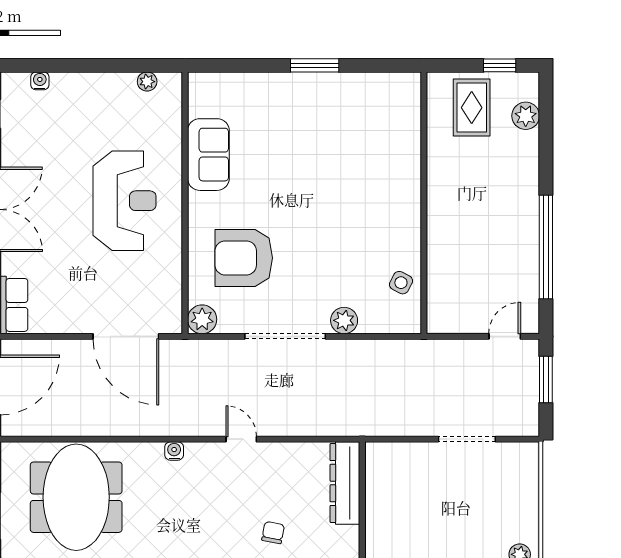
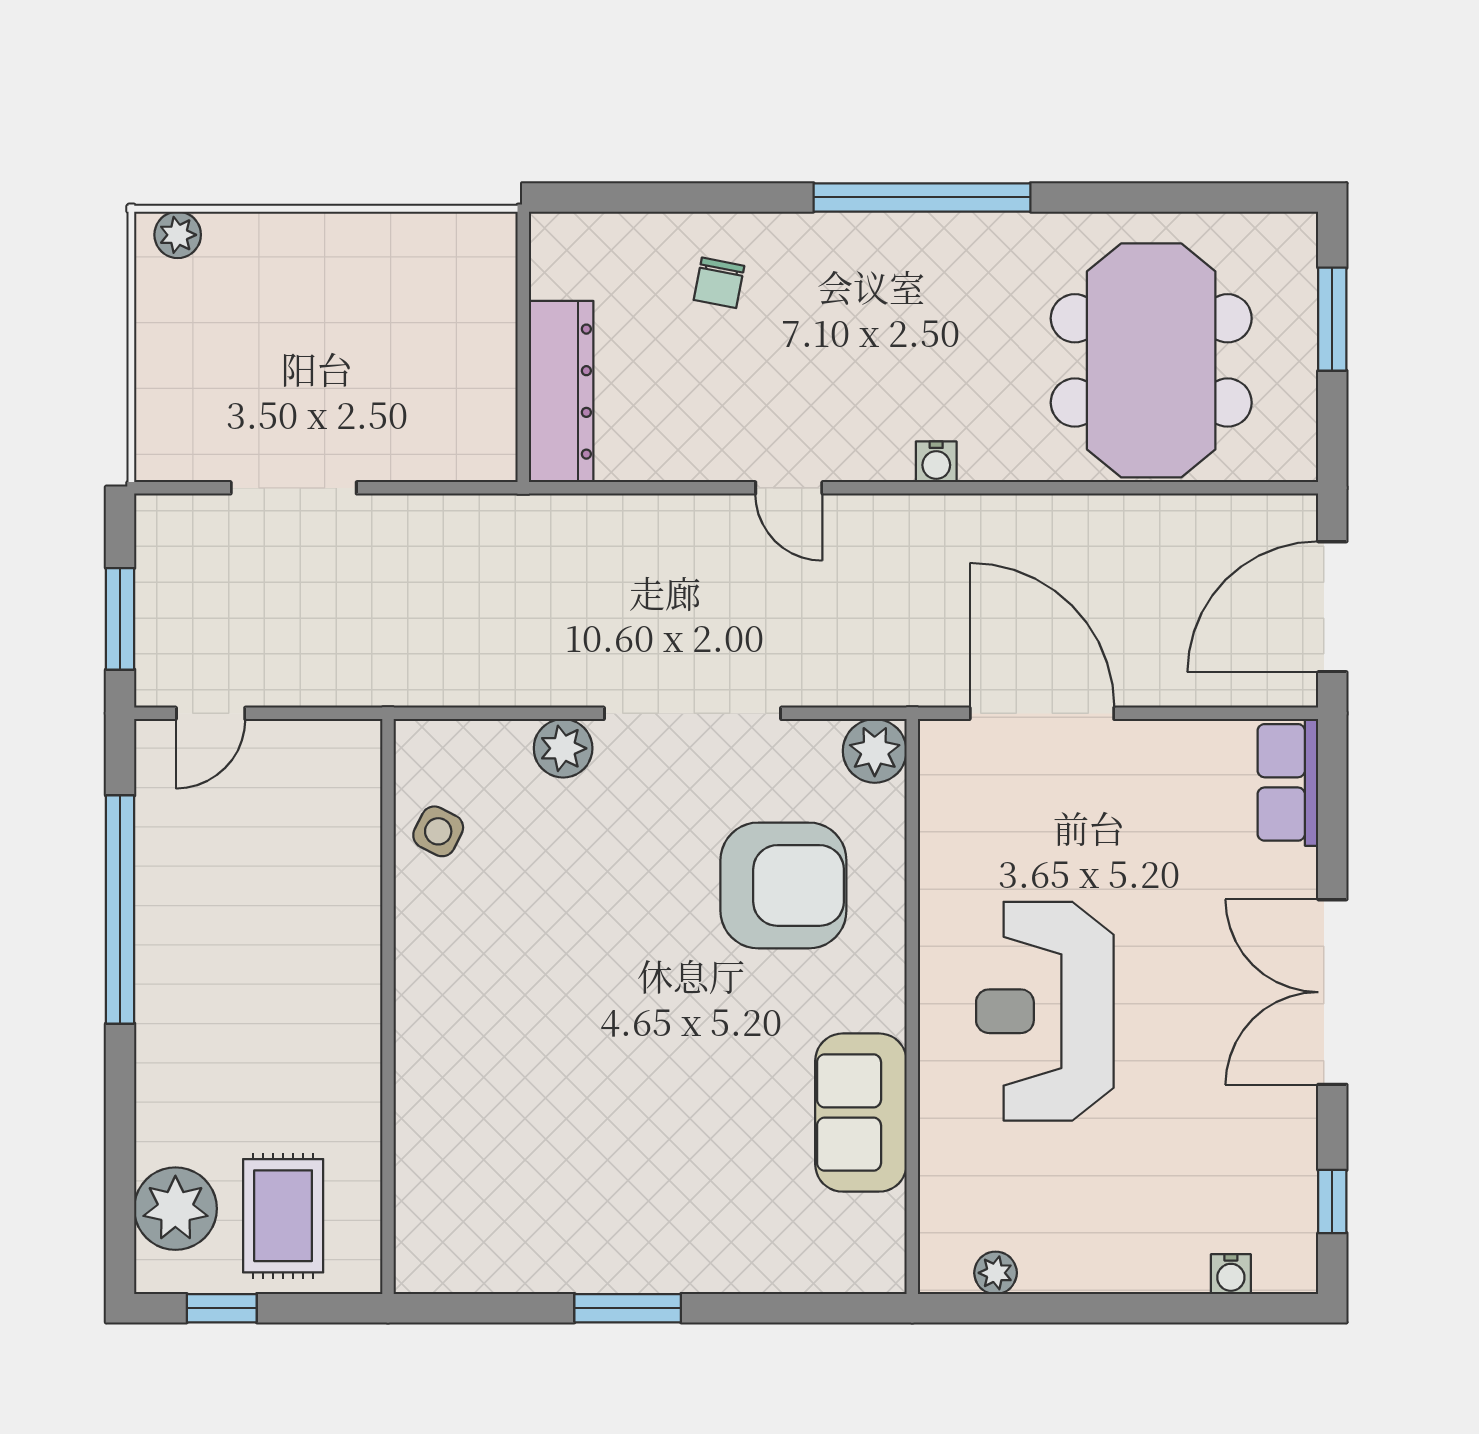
plant: (526, 116) -> (175, 1209), width x1.36, depth x1.36

